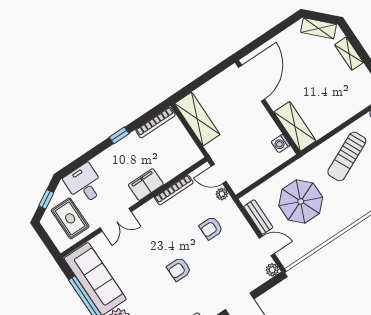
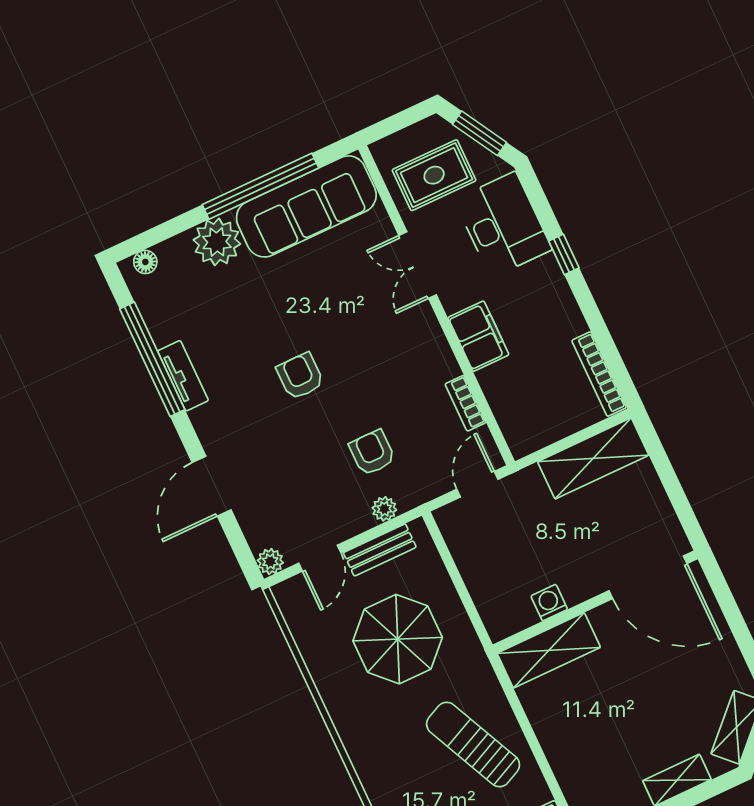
window: (119, 135) -> (564, 254), moved
washing machine: (281, 143) -> (549, 603), moved
desk: (84, 184) -> (503, 225), width x1.37
bookcase: (174, 190) -> (465, 403), width x0.64
plant: (222, 194) -> (384, 509), moved
window: (46, 199) -> (480, 133), width x1.50

